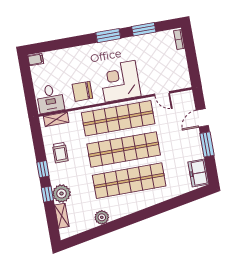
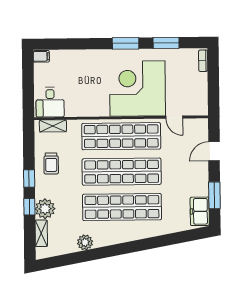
corner desk: (120, 81) -> (137, 88), width x1.36, depth x1.36
chair: (82, 91) -> (87, 100), removed
window: (207, 144) -> (214, 195), moved

